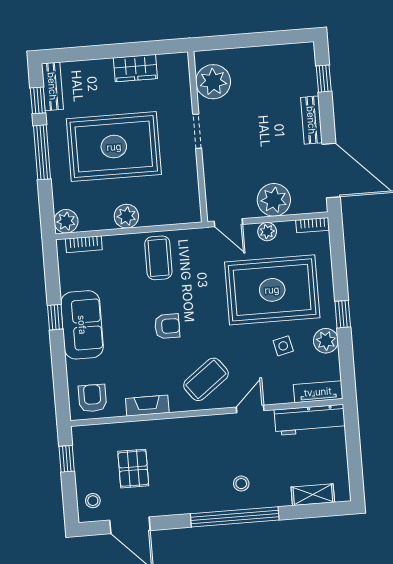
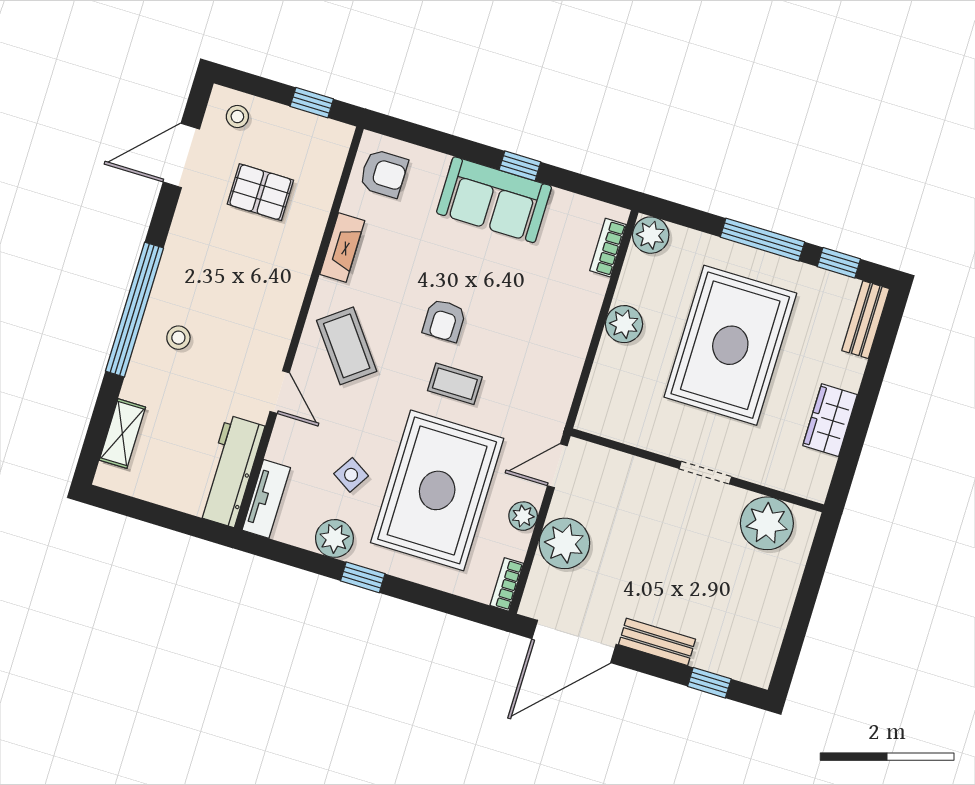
bench: (52, 86) -> (866, 320), moved, turned 90
coffee table: (158, 258) -> (455, 384), moved, width x0.73, depth x0.77
side table: (283, 346) -> (351, 475), turned 45

